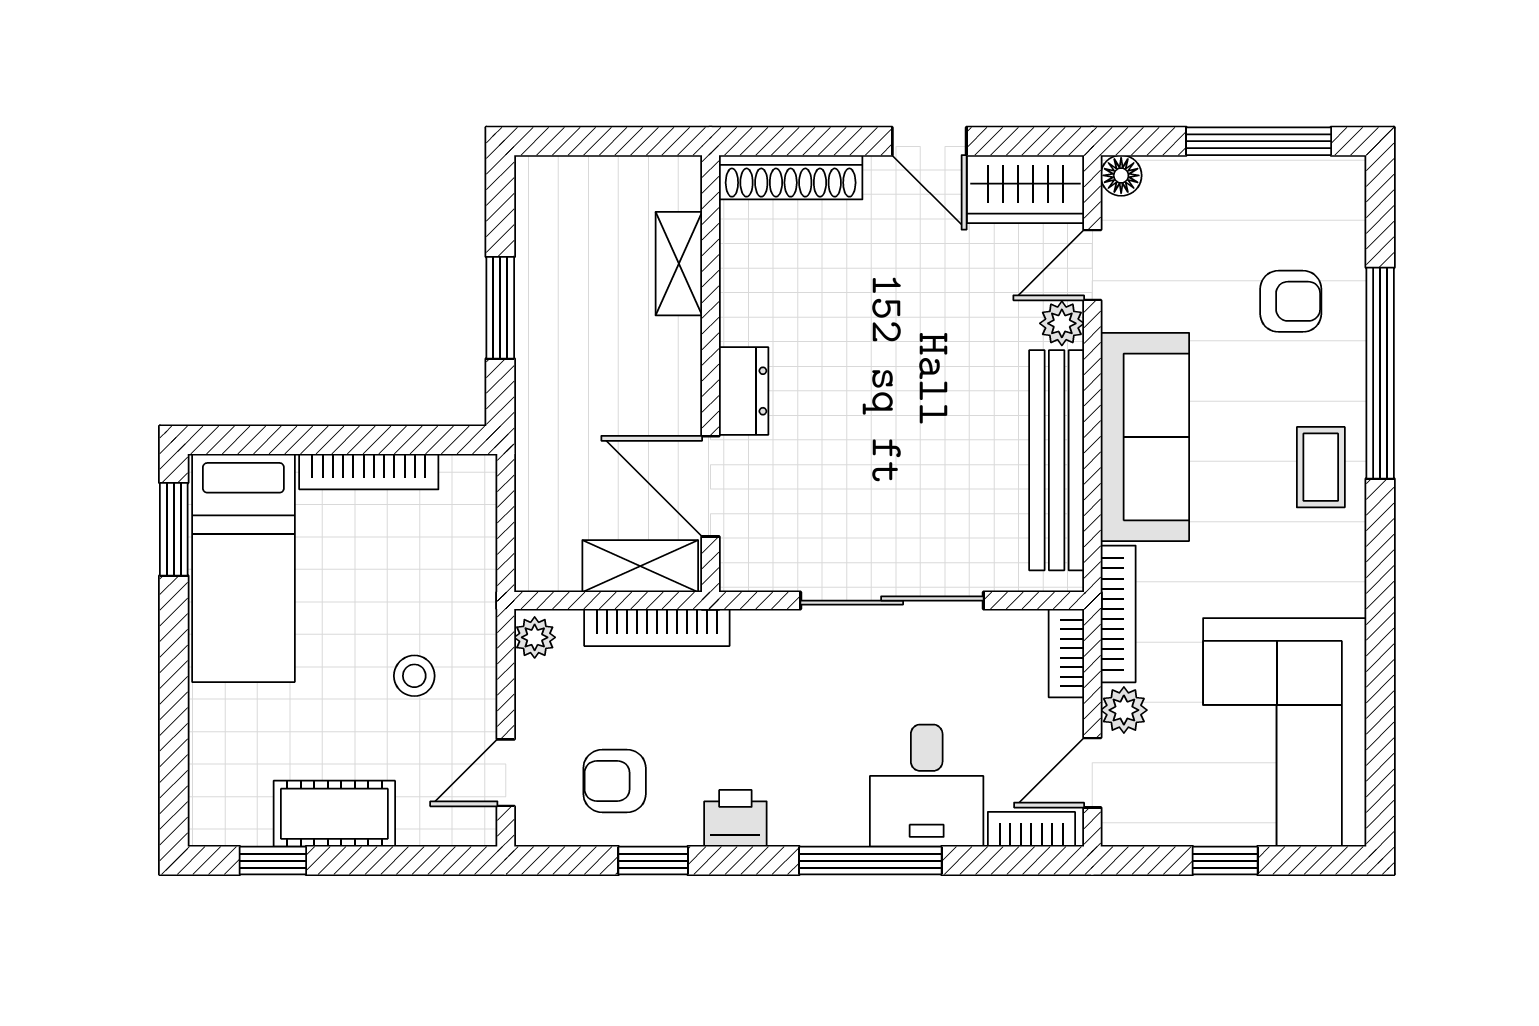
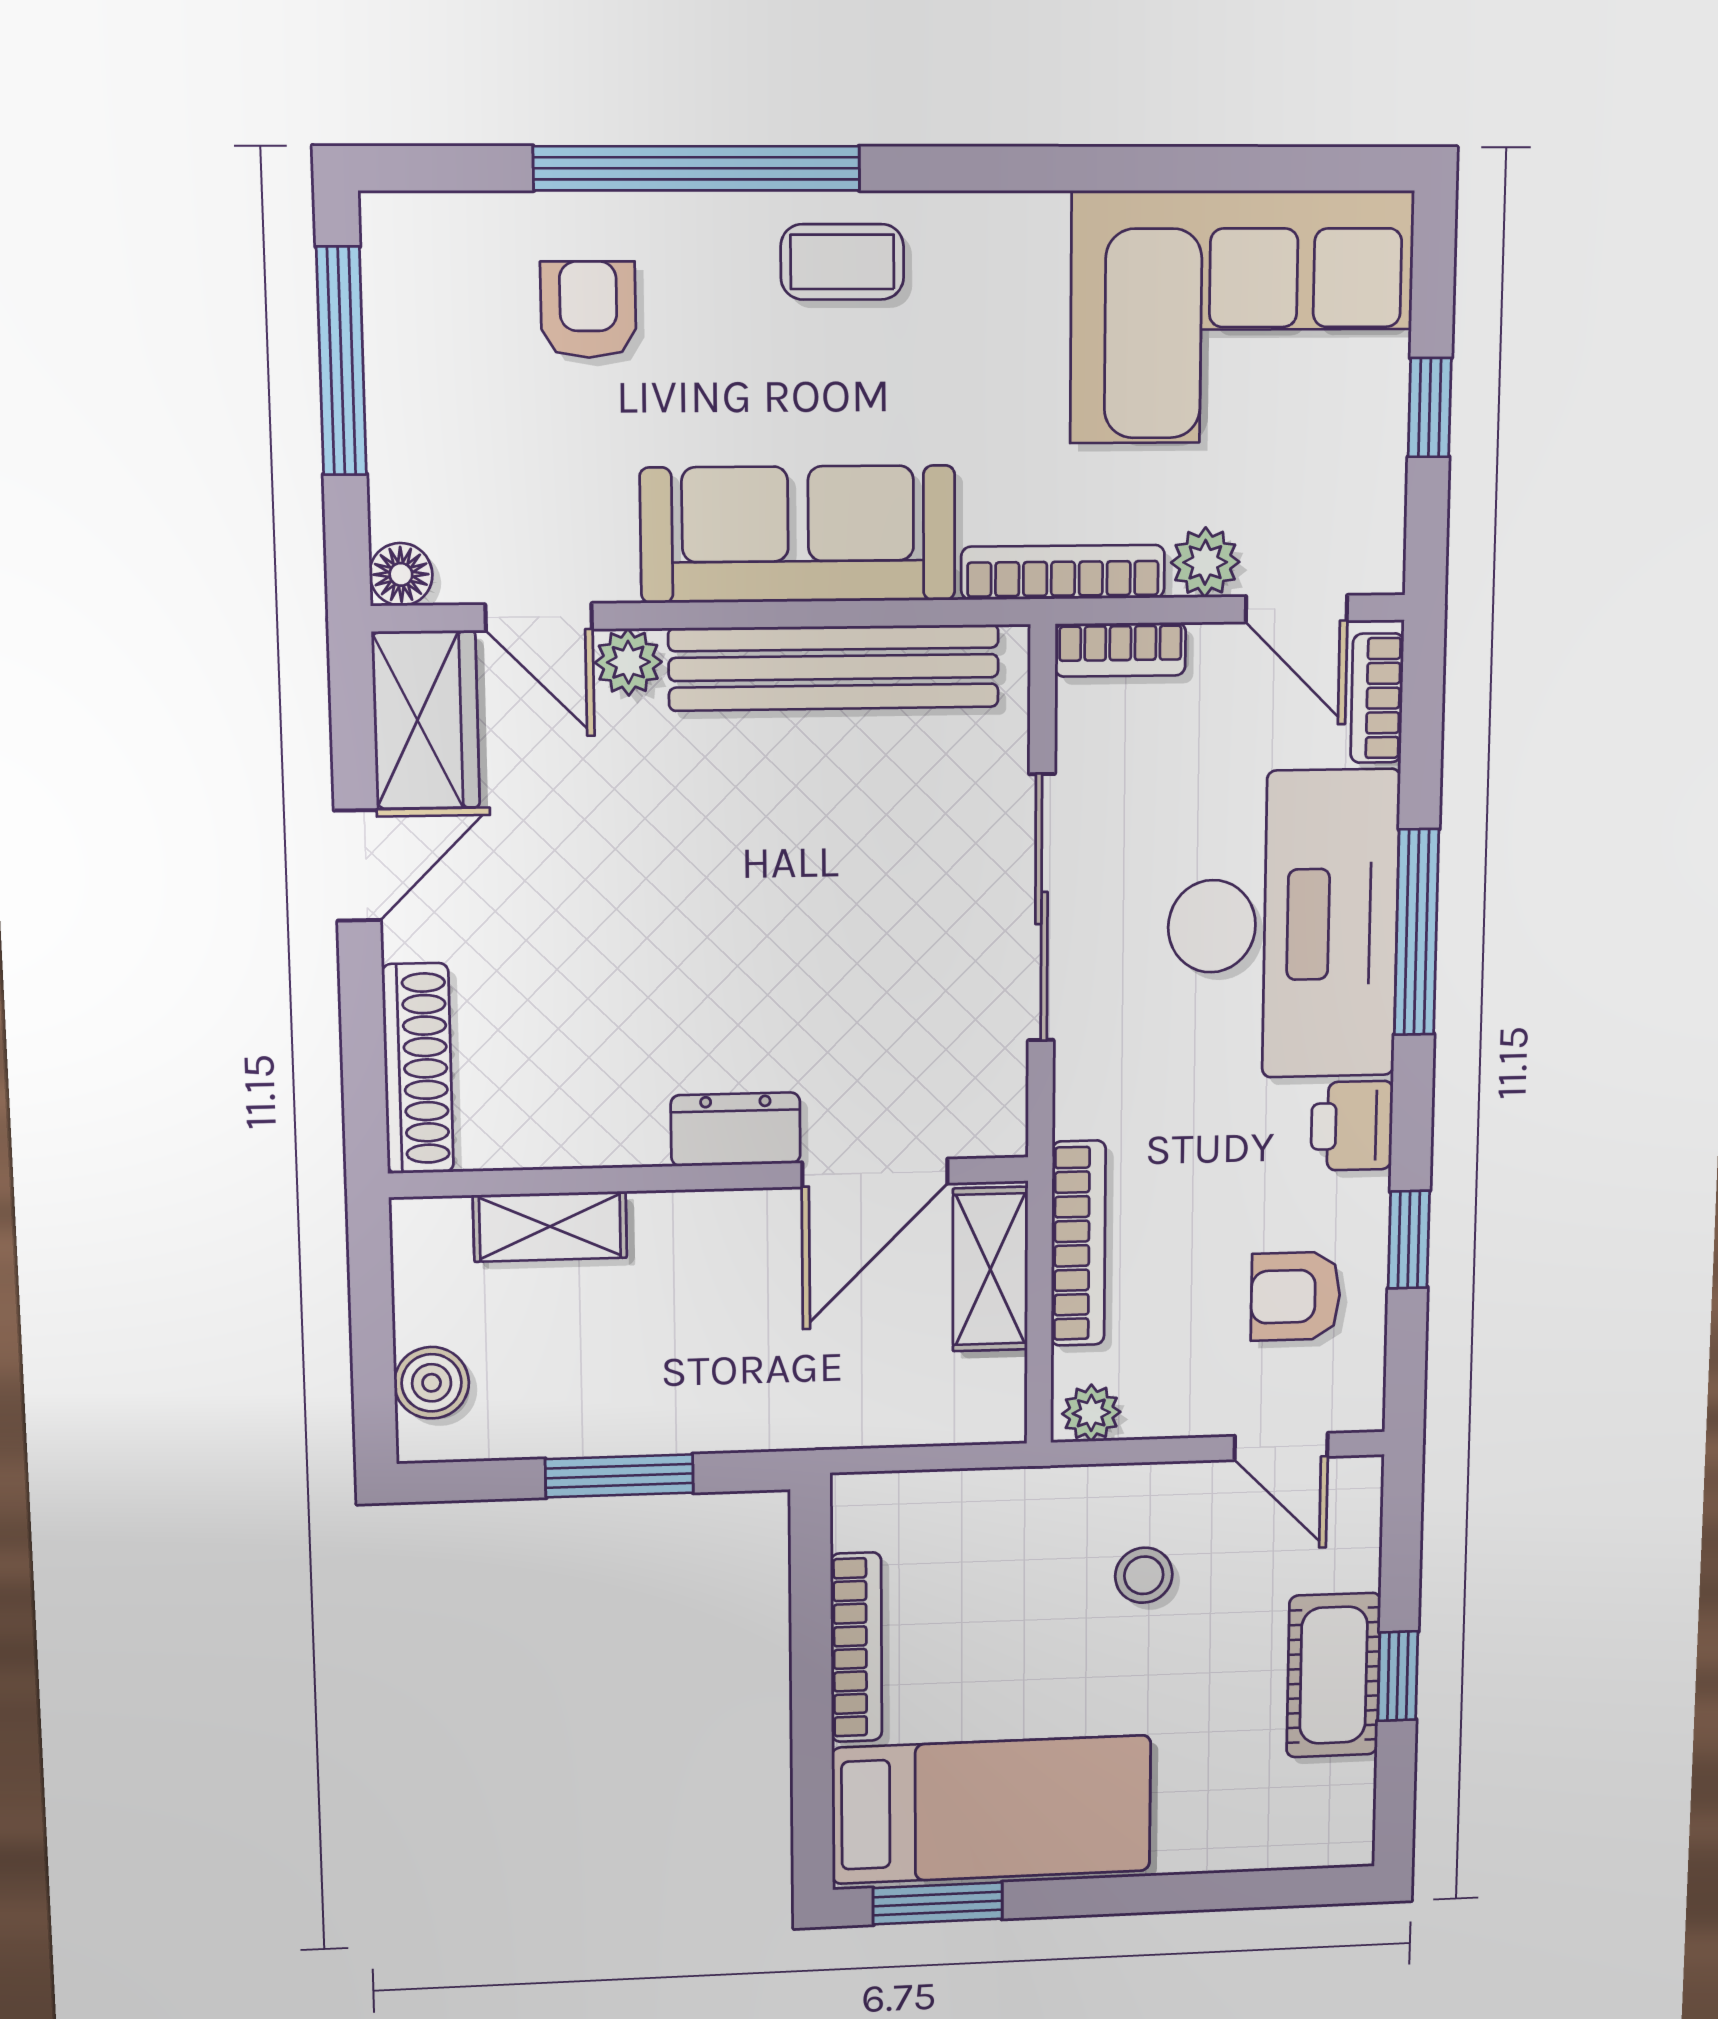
boiler: (571, 180) -> (432, 1383), added
armchair: (615, 781) -> (1296, 1296), turned 90
desk: (927, 786) -> (1283, 925), width x1.87, depth x1.30
window: (273, 861) -> (1398, 1676), moved

